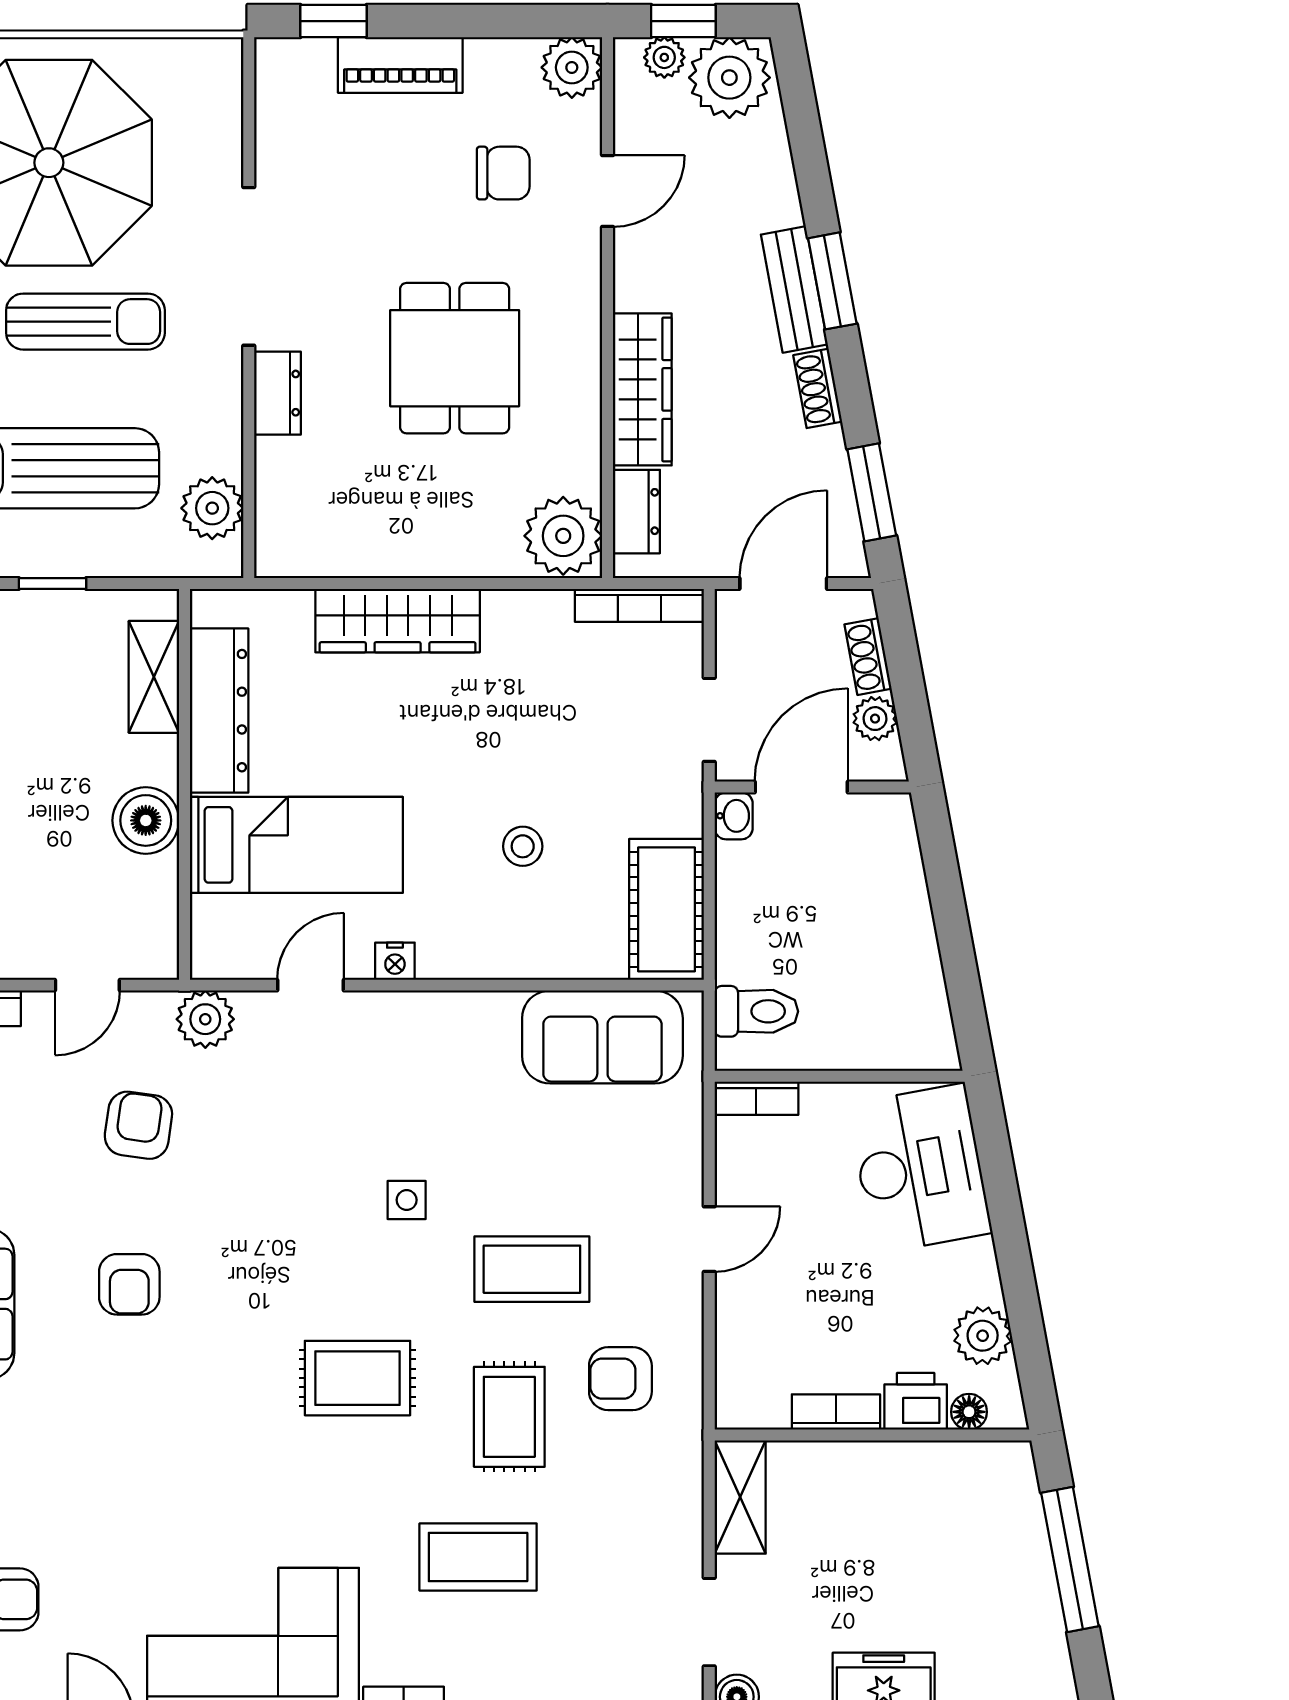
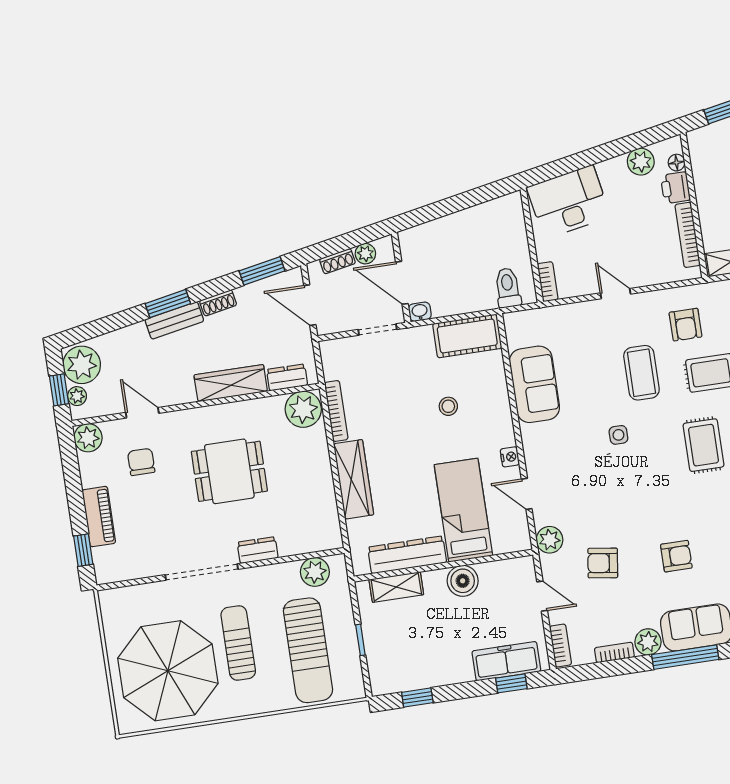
bookcase: (639, 605) -> (336, 411), moved
sofa: (602, 1037) -> (534, 384), moved
bookcase: (836, 1412) -> (688, 235), width x1.56

